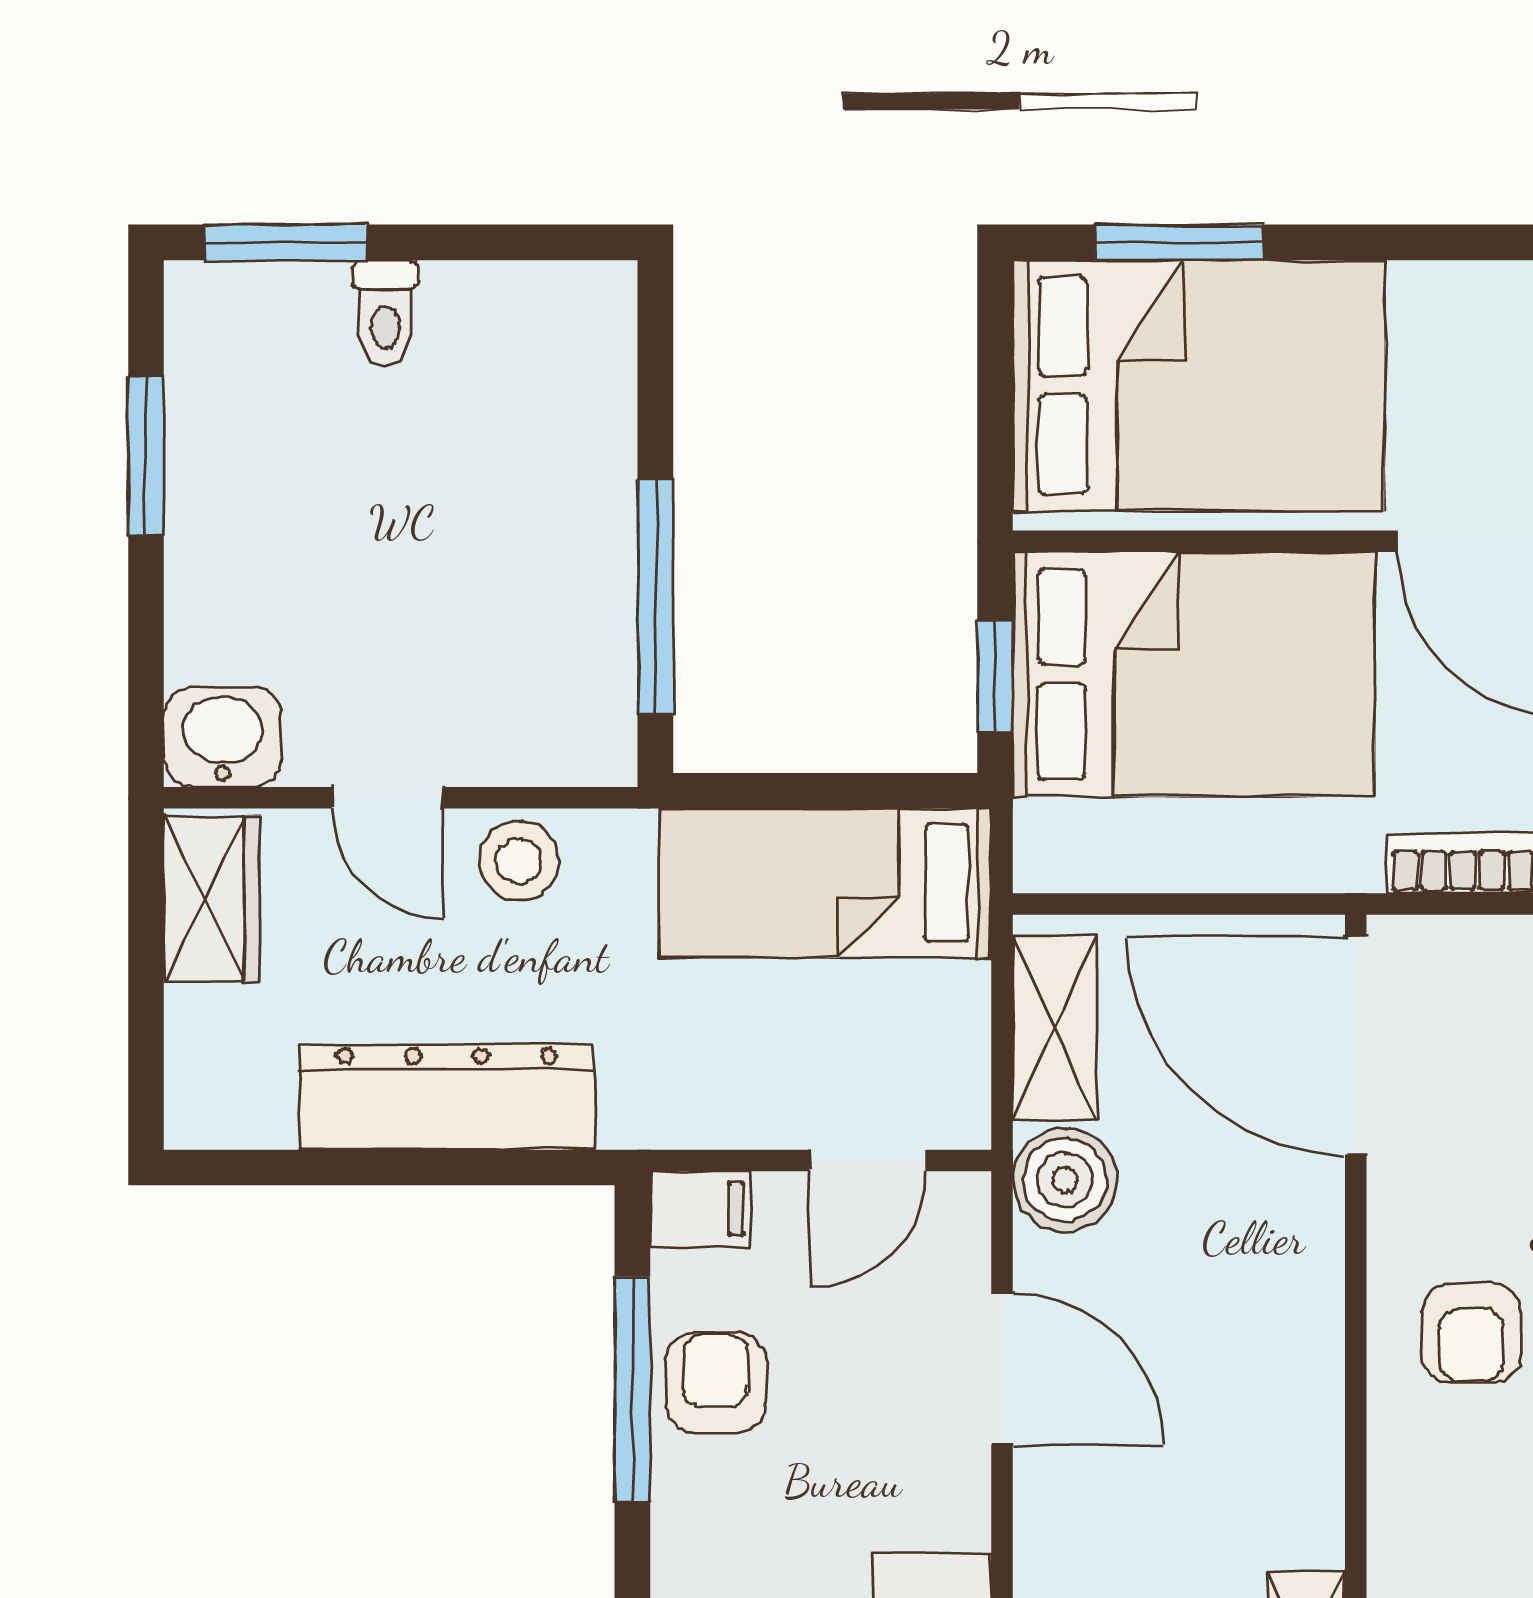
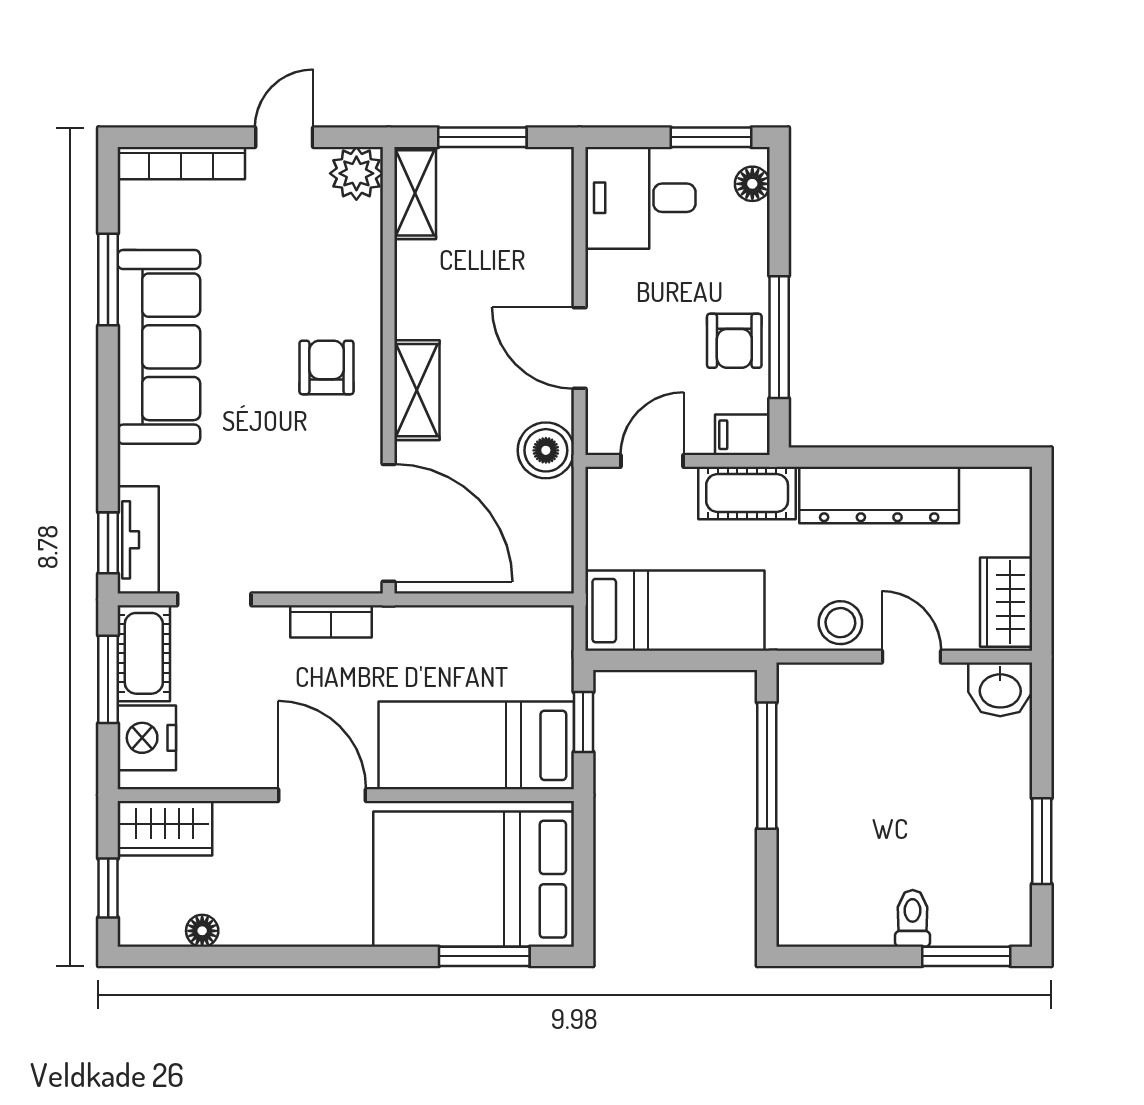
bed: (1194, 674) -> (476, 745), width x0.67
shelving: (1054, 1028) -> (417, 390), moved
cot: (692, 1101) -> (747, 493), added

